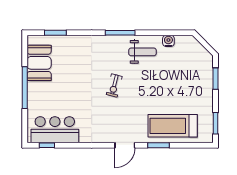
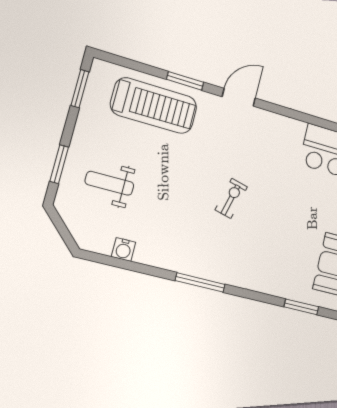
weight bench: (142, 52) -> (109, 183), moved

